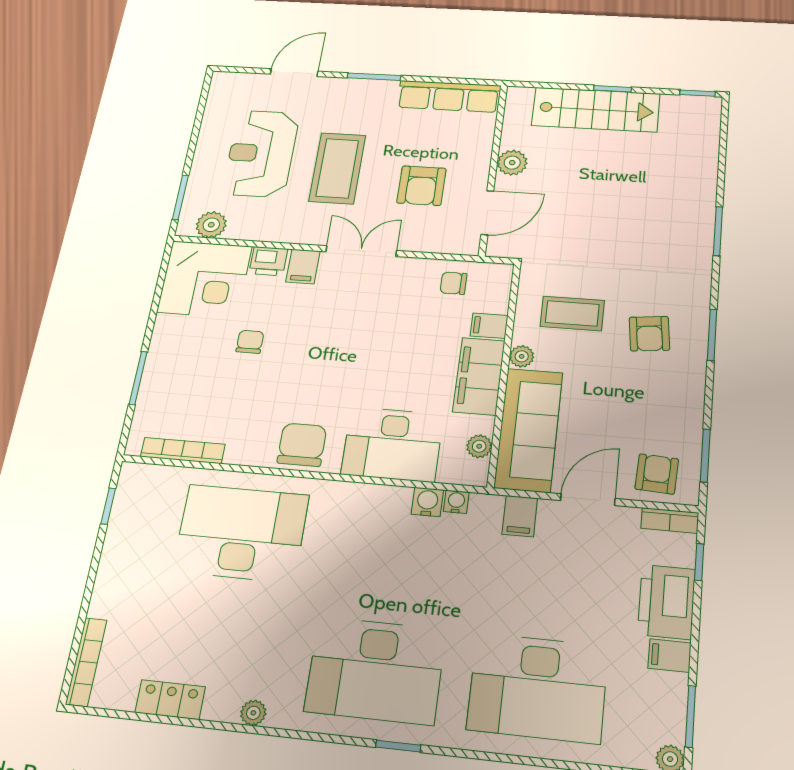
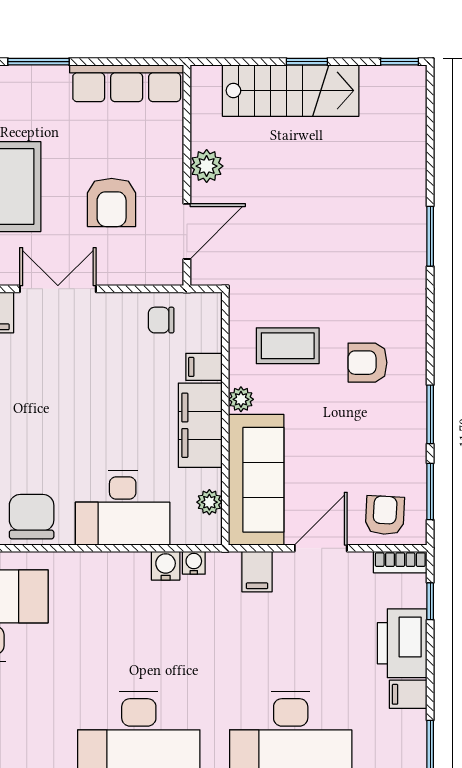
armchair: (649, 334) -> (368, 363), turned 96
window: (712, 335) -> (430, 414), moved

